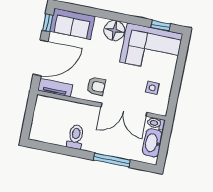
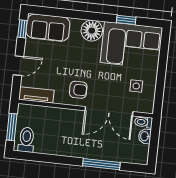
window: (160, 26) -> (126, 20), moved
door: (41, 58) -> (18, 66), width x0.53
window: (29, 116) -> (12, 127), added
toilet: (76, 137) -> (26, 140), moved
washbasin: (152, 143) -> (145, 136), width x0.52, depth x0.69

